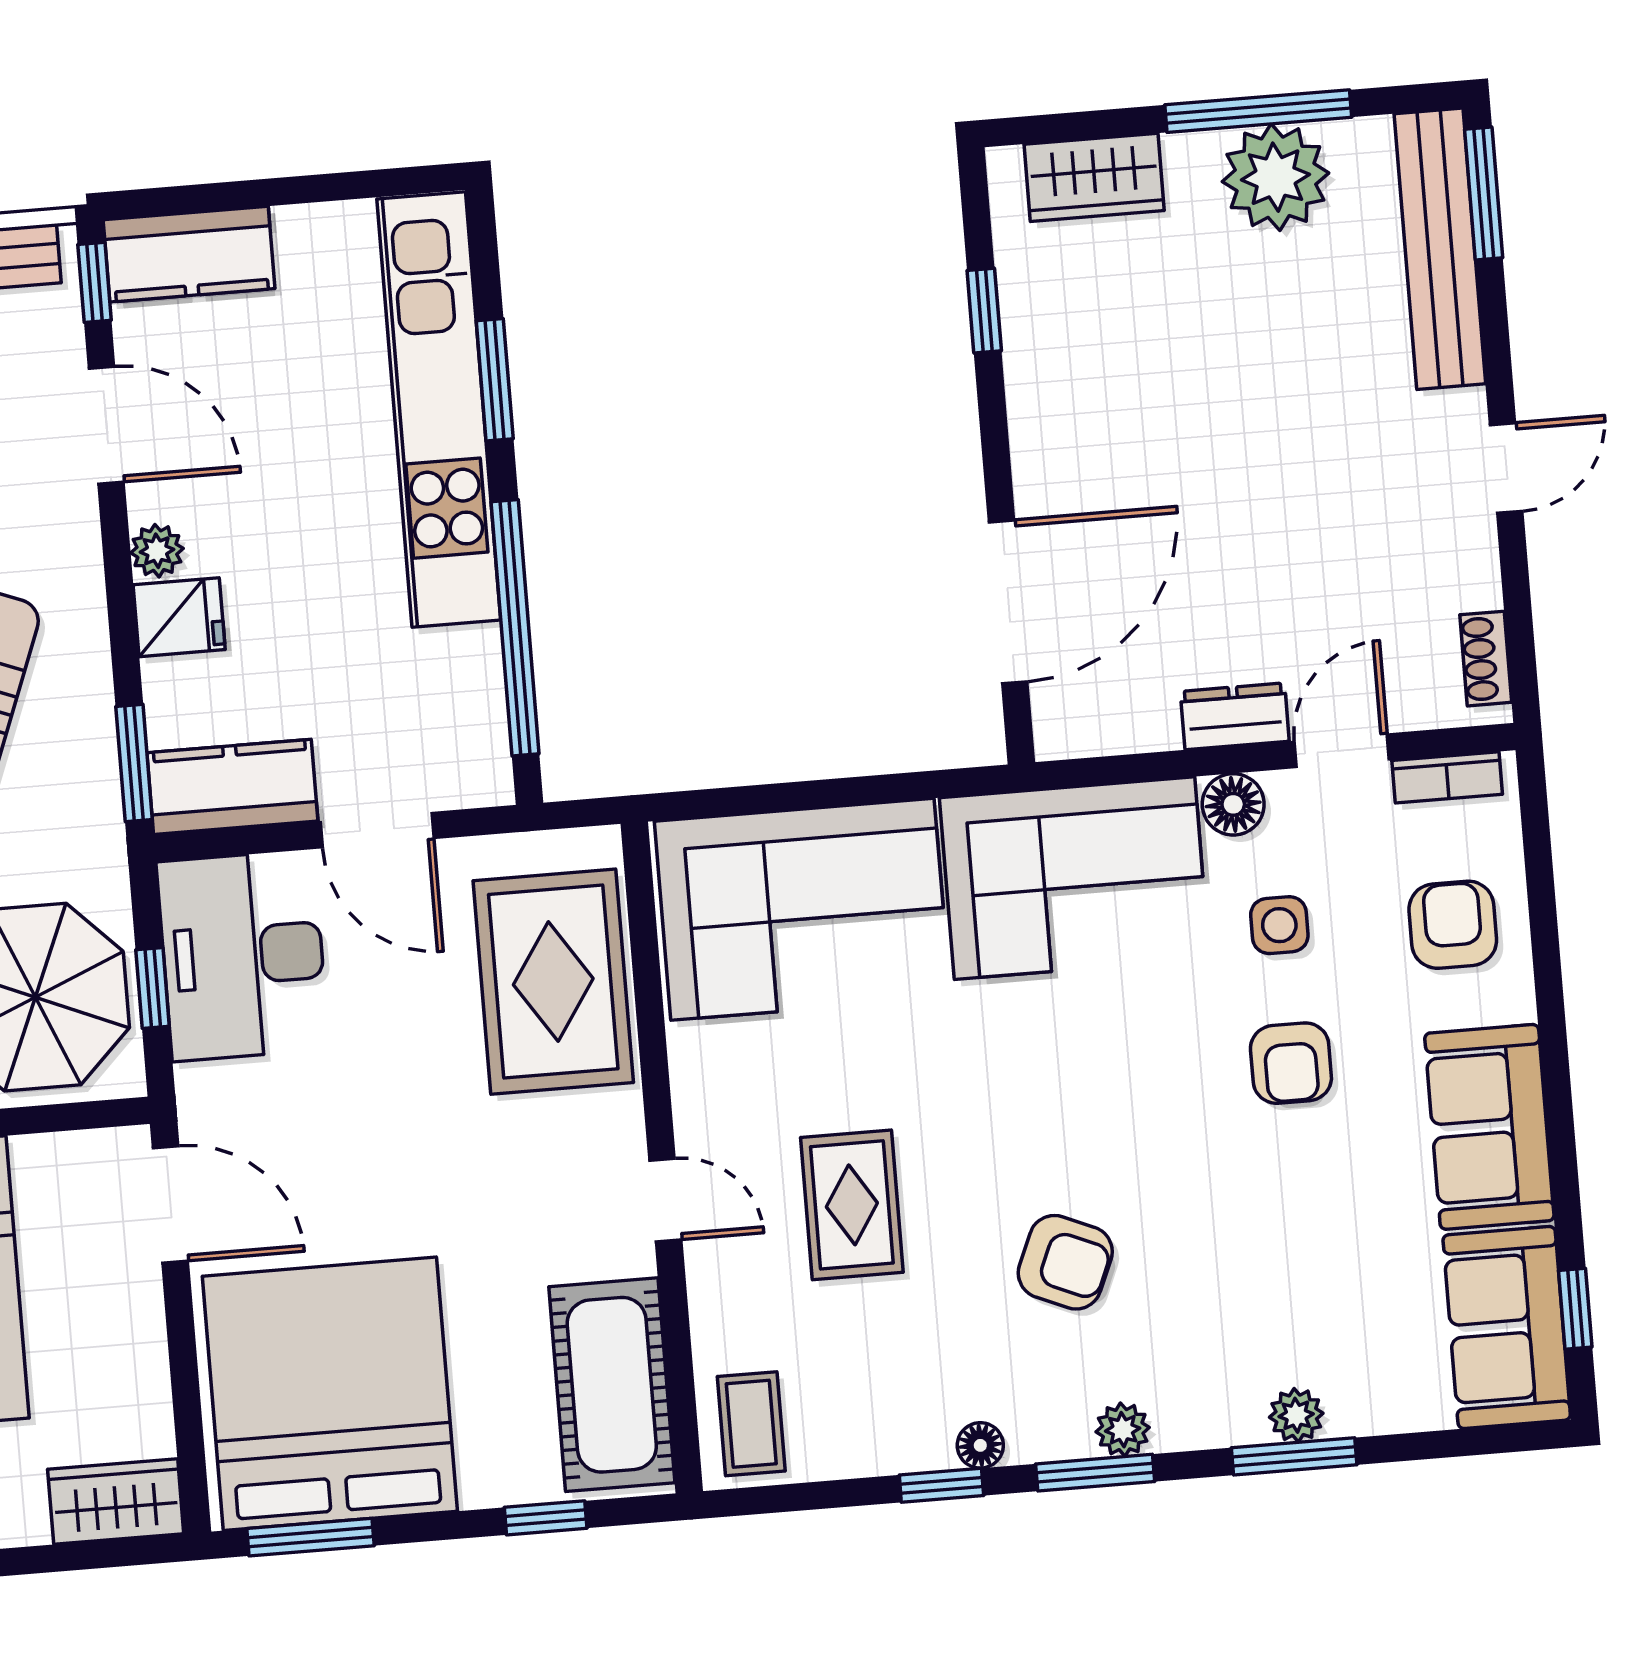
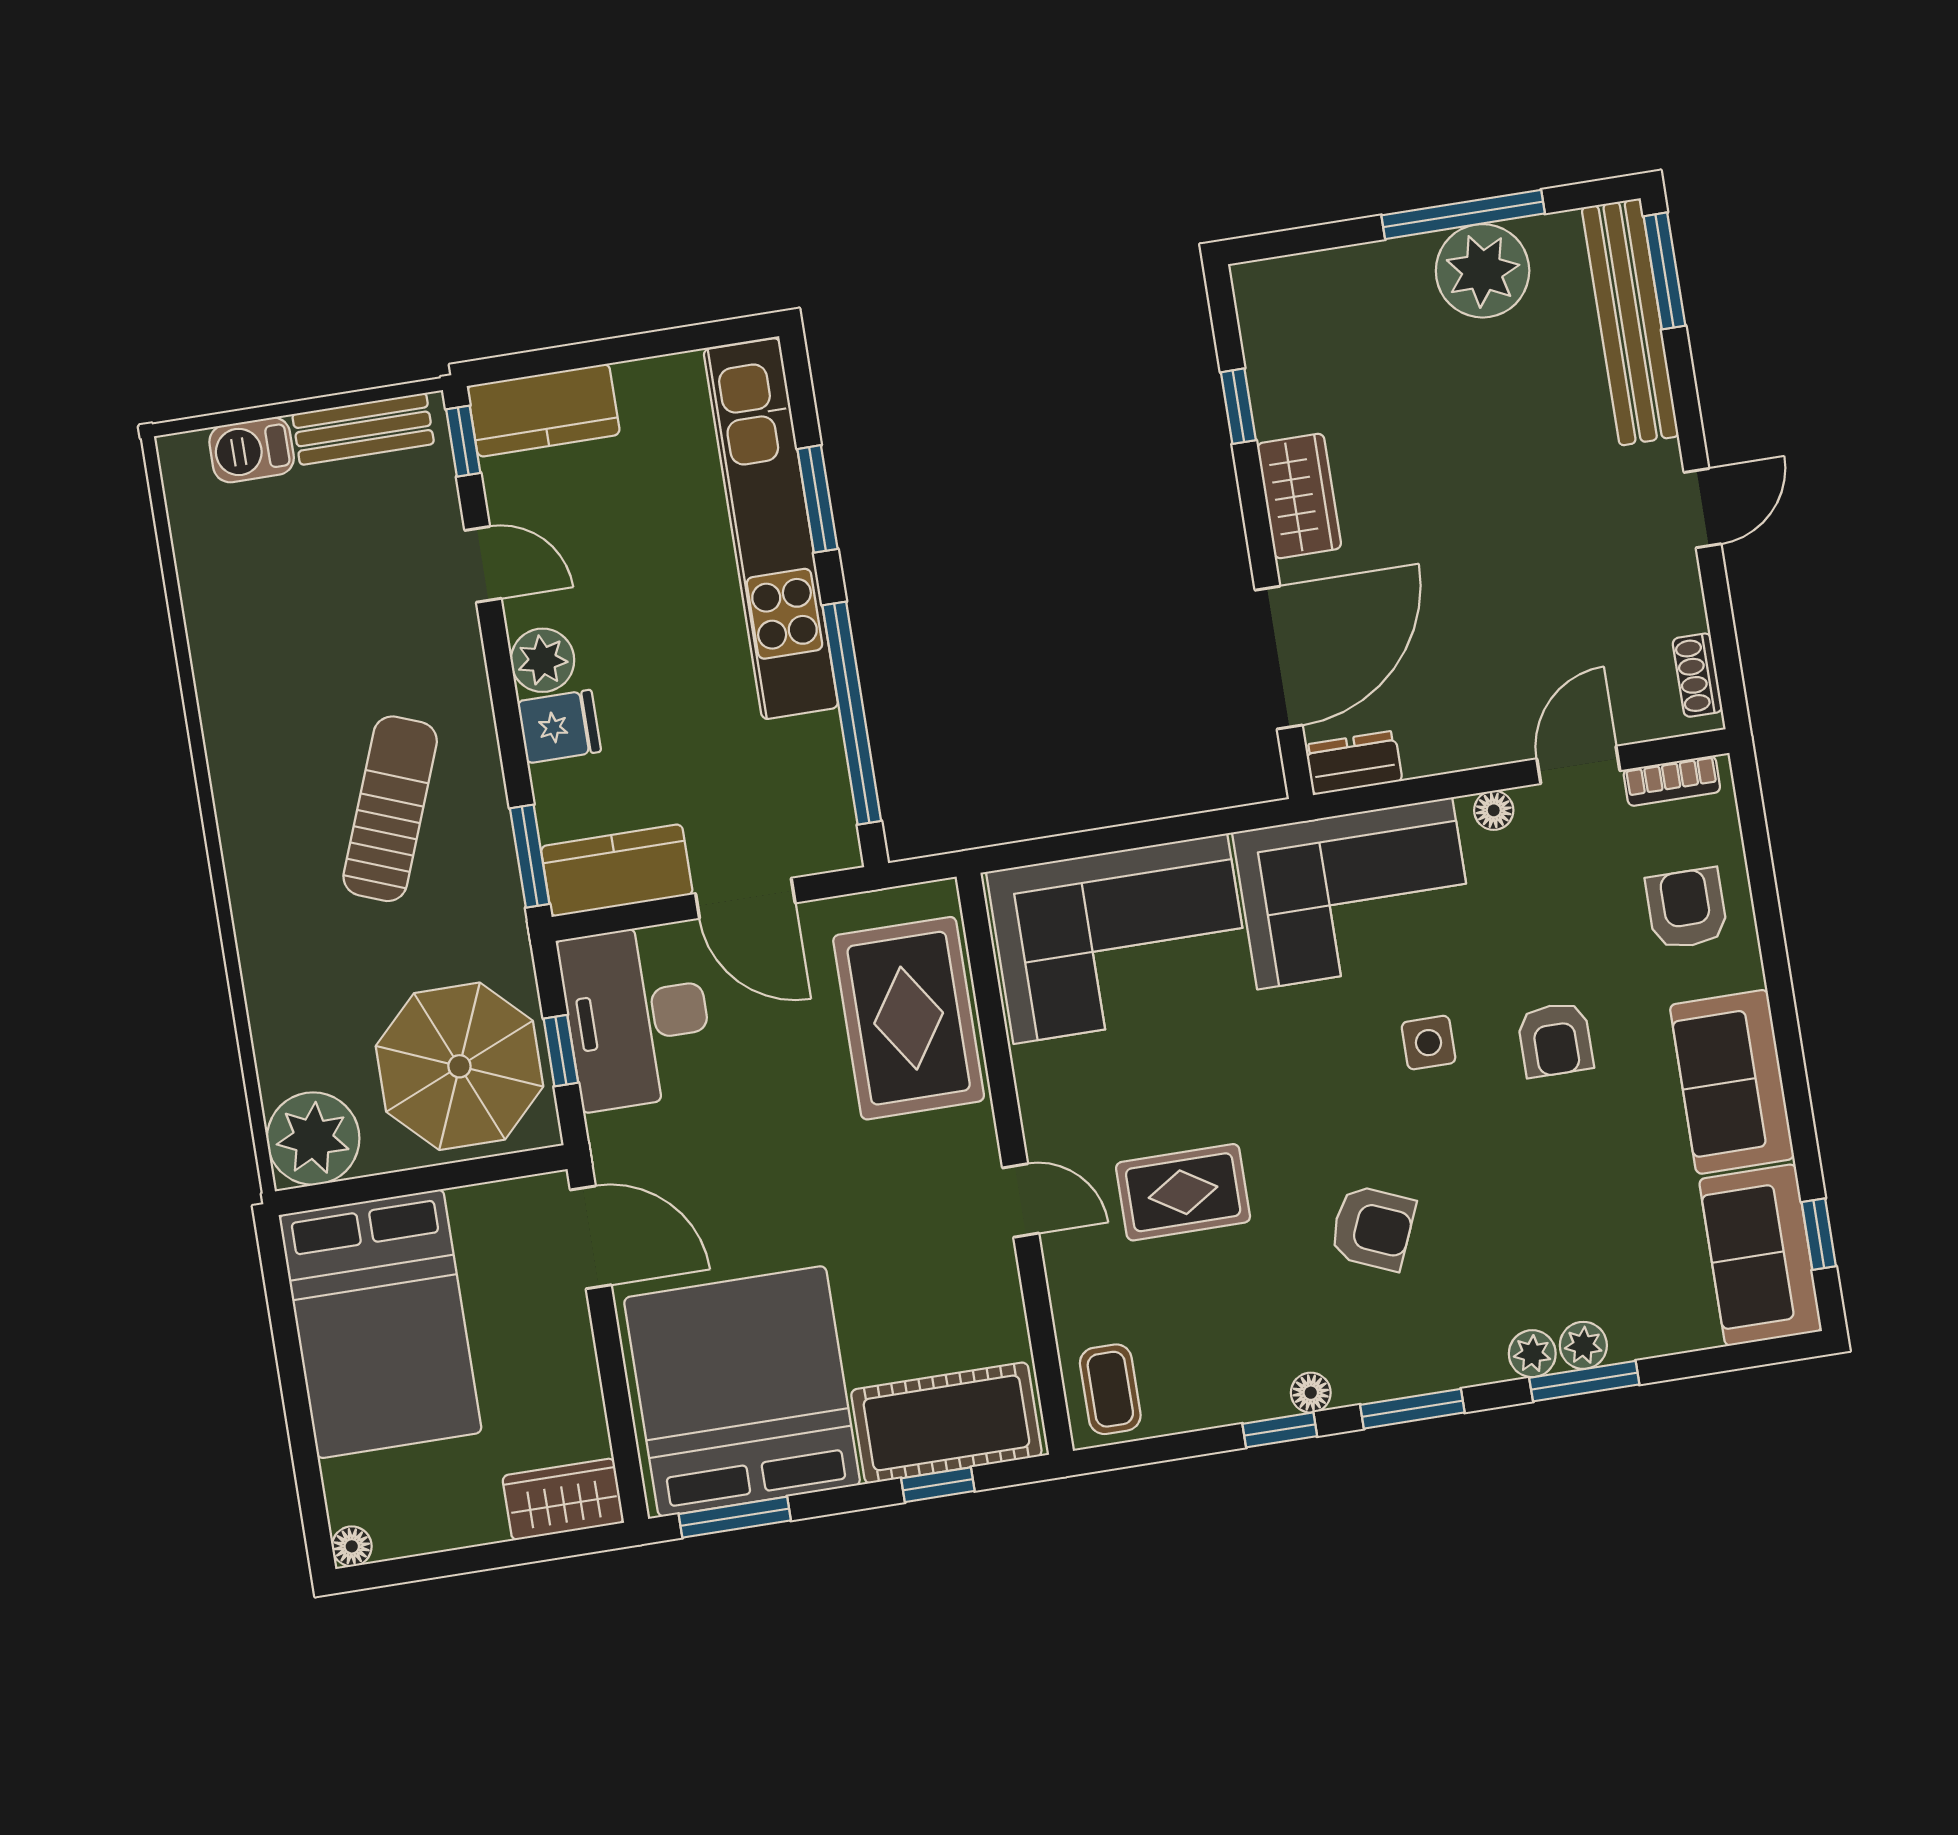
wardrobe: (1094, 177) -> (1299, 496), moved, turned -90
door: (106, 425) -> (483, 564), width x0.73
plant: (157, 551) -> (543, 660), width x1.38, depth x1.38
dresser: (1235, 716) -> (1354, 763), moved
floor lamp: (1233, 804) -> (1494, 810), width x0.73, depth x0.73
side table: (1279, 925) -> (1429, 1043), moved
rug: (852, 1205) -> (1183, 1192), turned 90
cot: (612, 1385) -> (946, 1423), moved, turned 90
plant: (1123, 1430) -> (1532, 1354), moved

